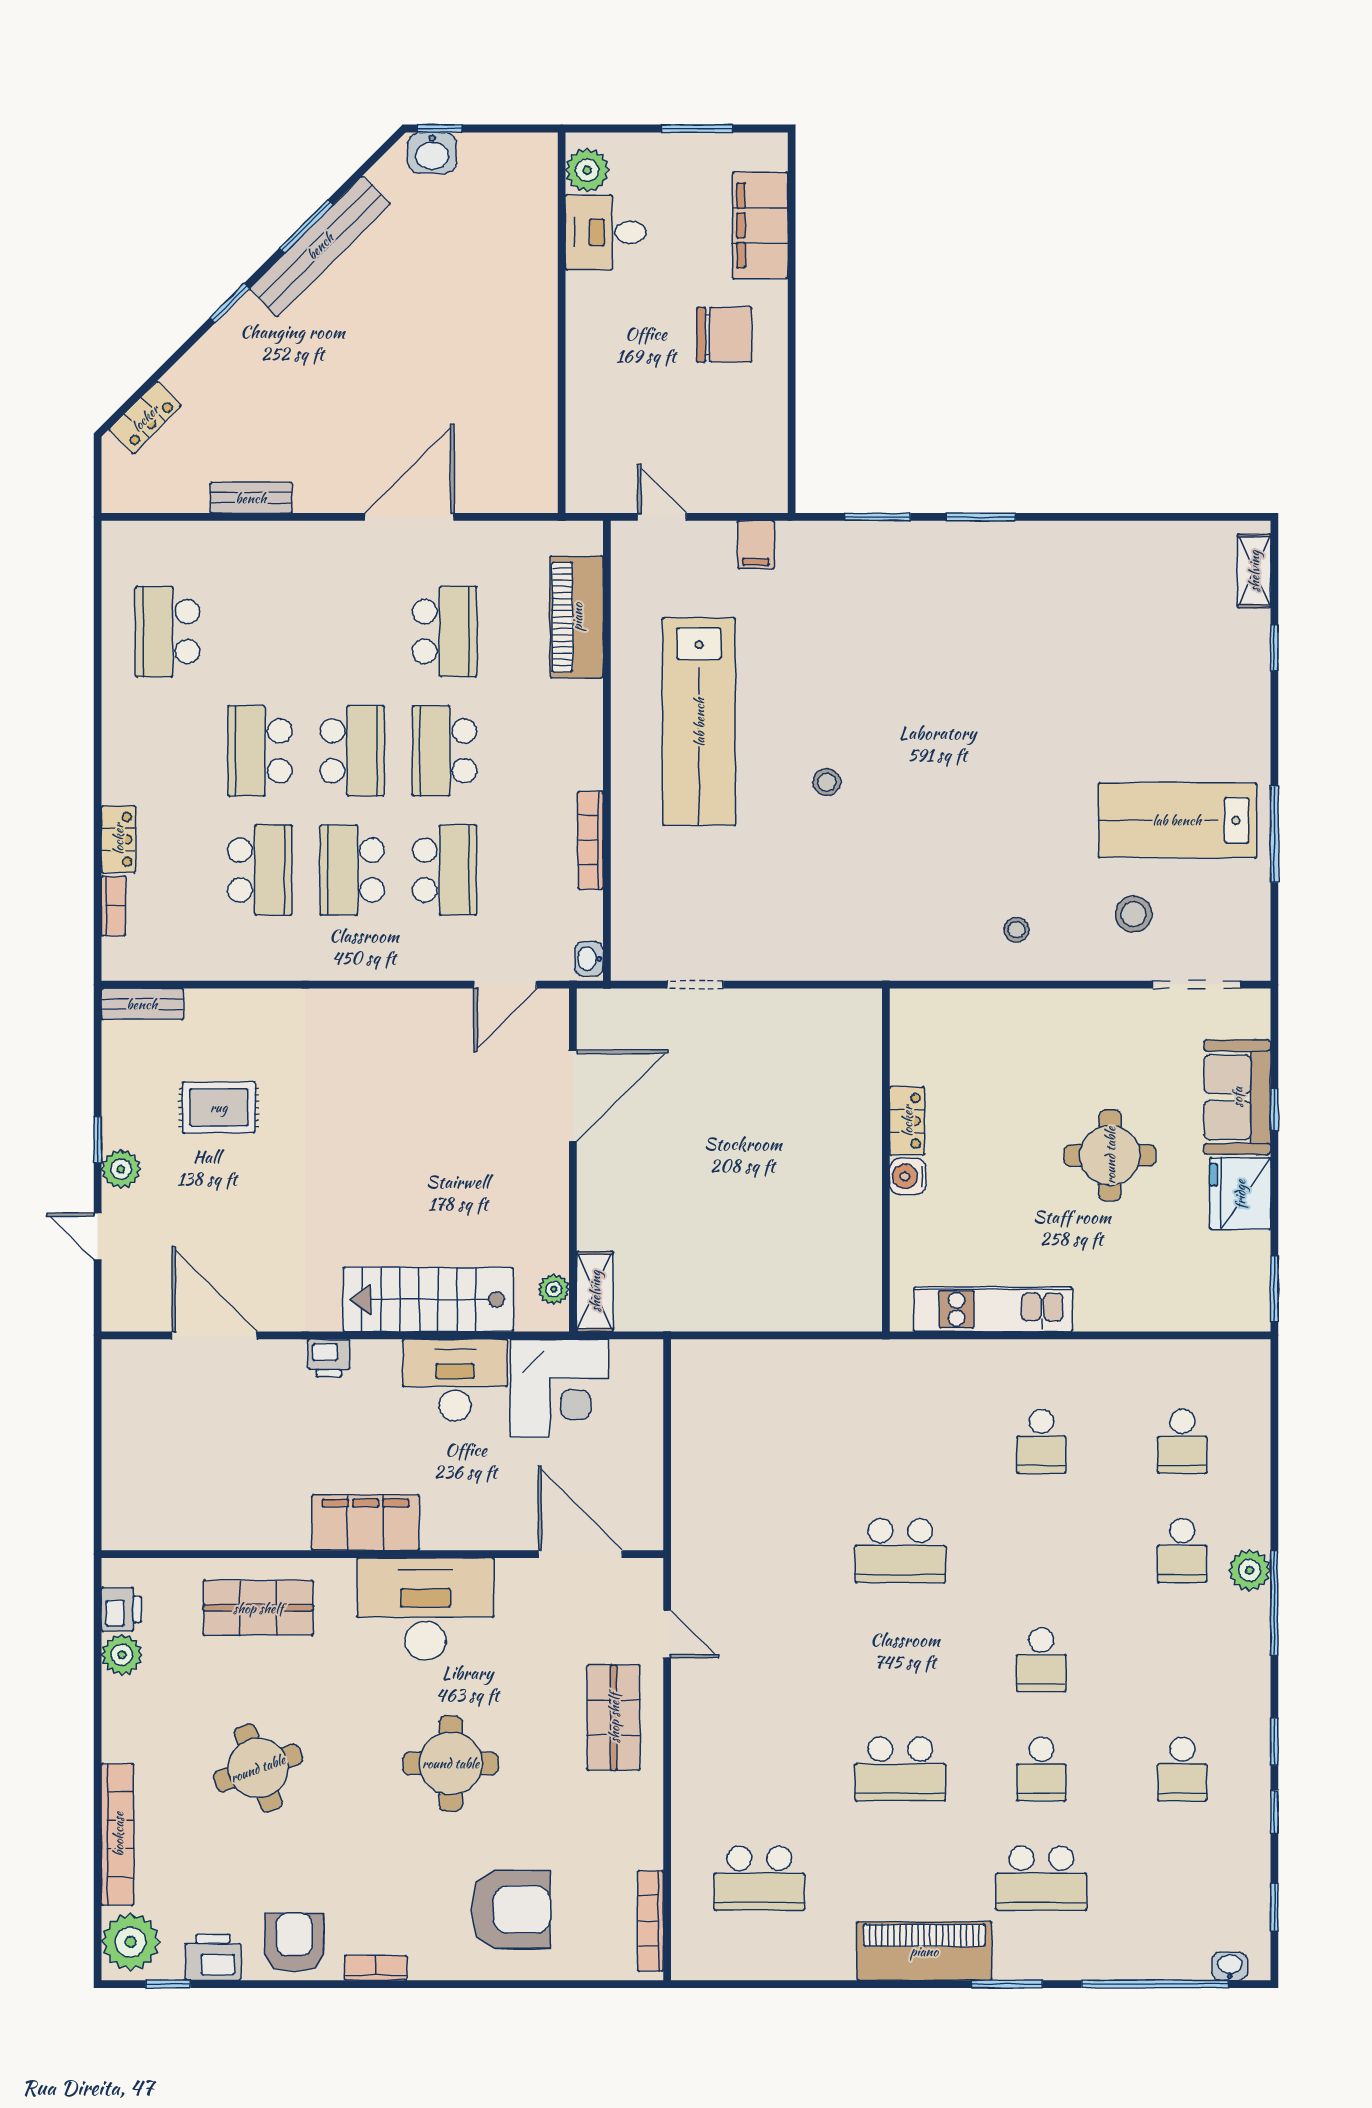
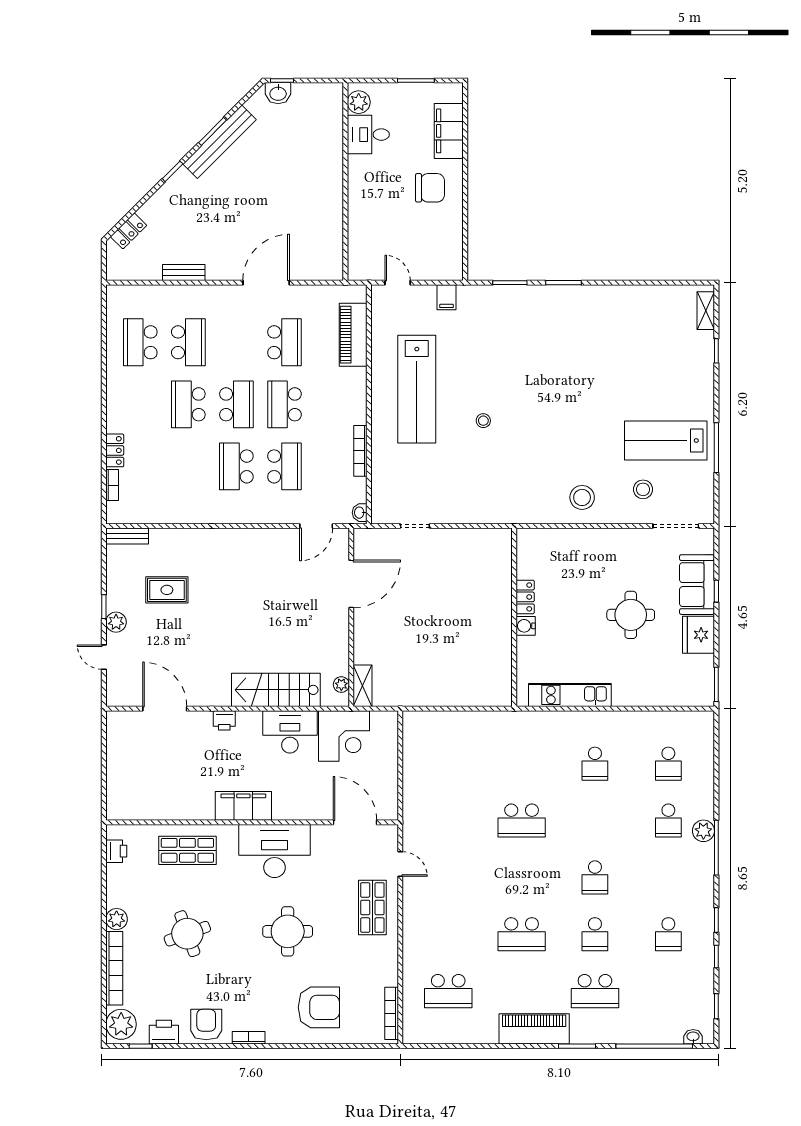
school desk: (260, 870) -> (188, 342), moved
stool: (1016, 930) -> (582, 497), width x1.89, depth x1.89
plant: (122, 1655) -> (117, 919), moved

